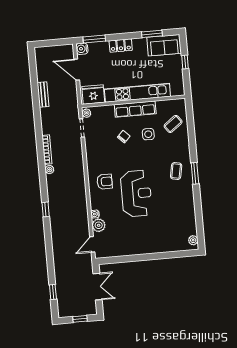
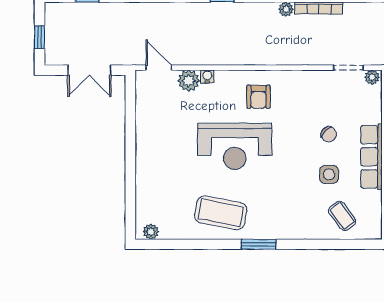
coffee table: (176, 171) -> (221, 213), moved, width x1.86, depth x1.72

